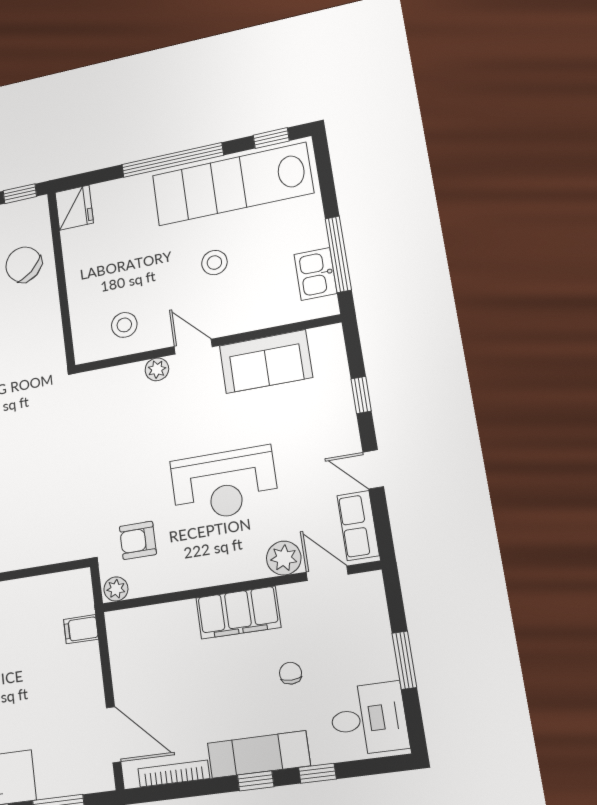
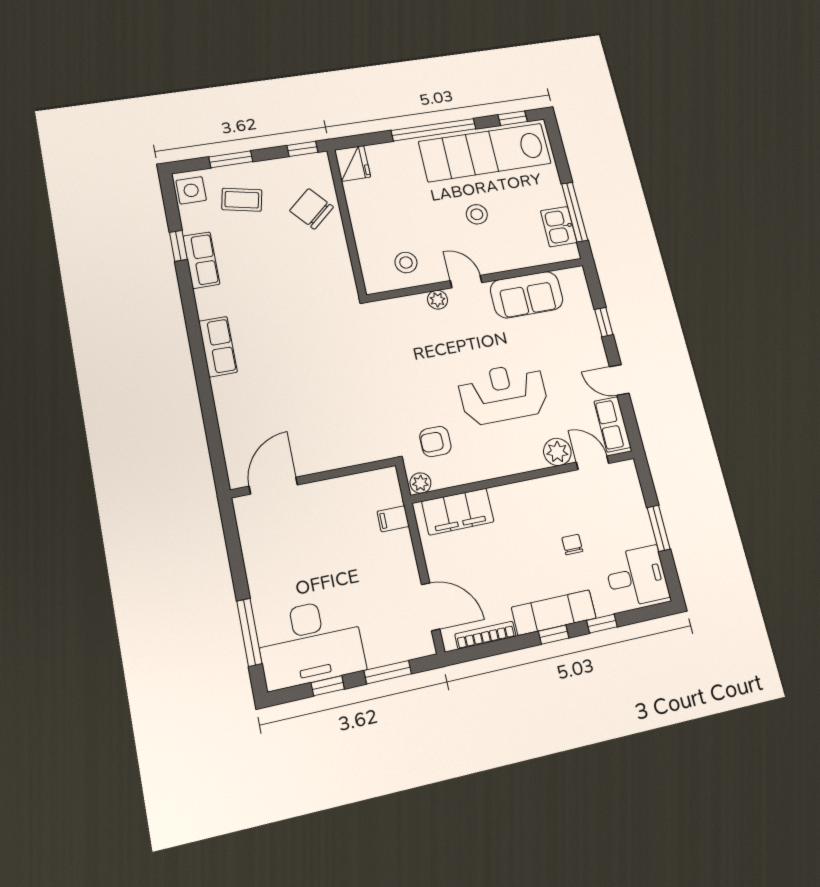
reception desk: (224, 484) -> (503, 393), turned 180
filing cabinet: (238, 613) -> (458, 512), moved

